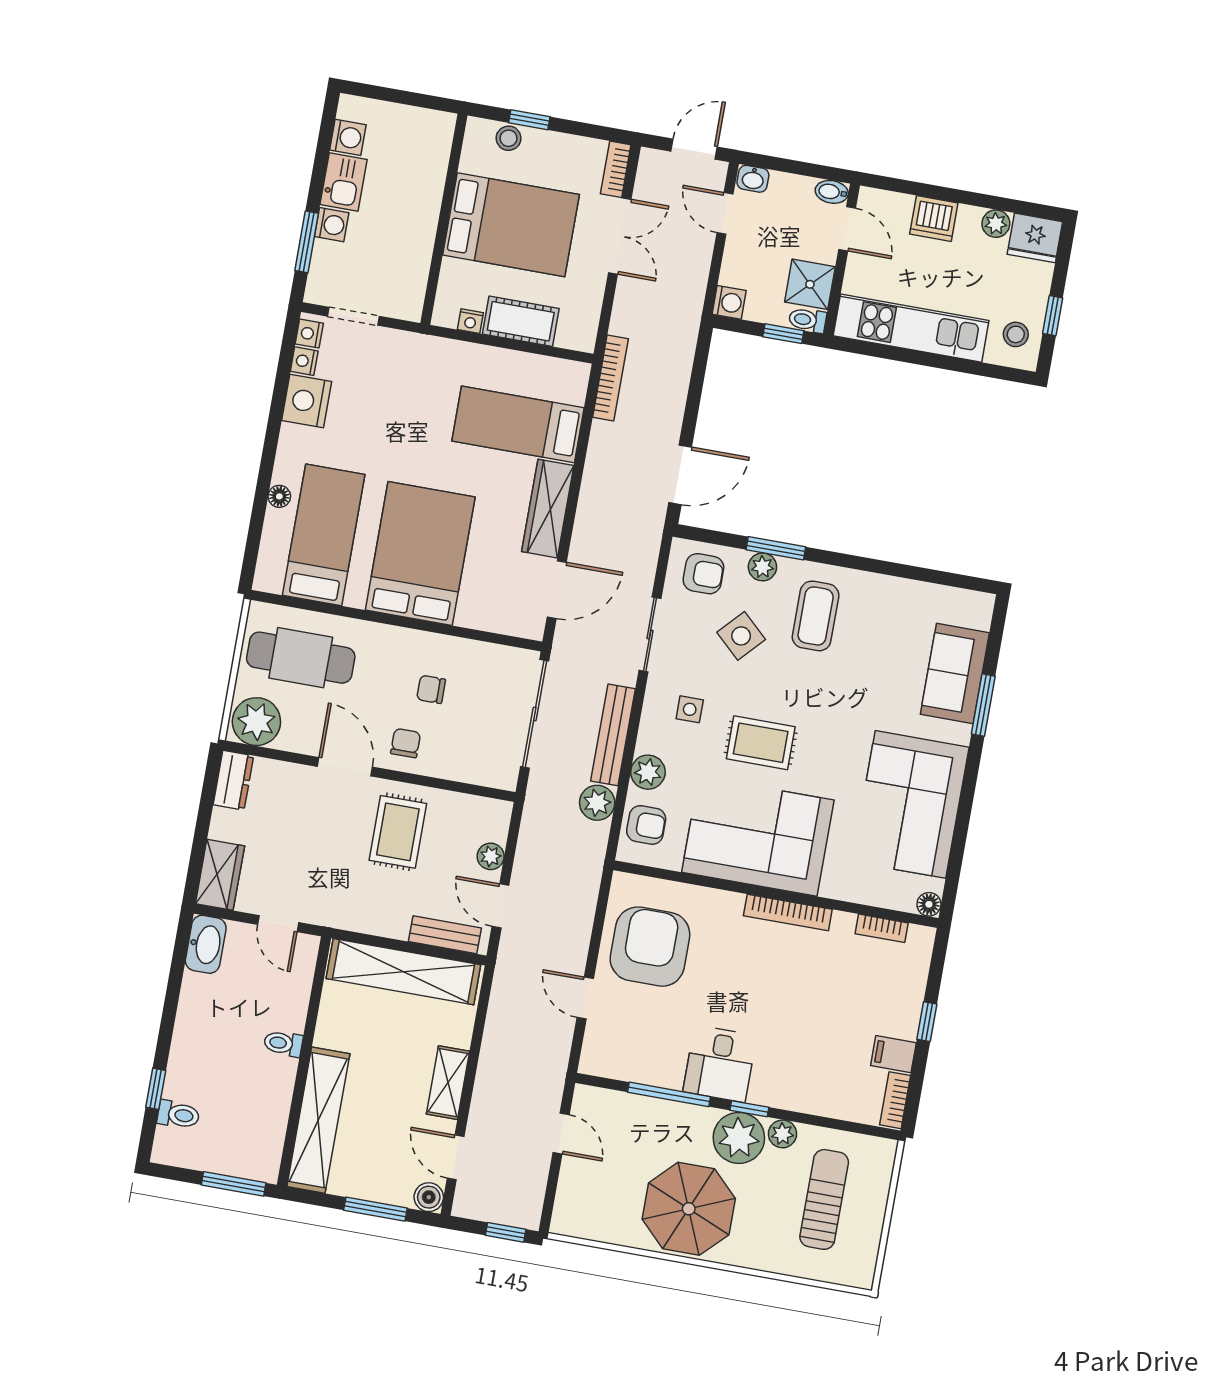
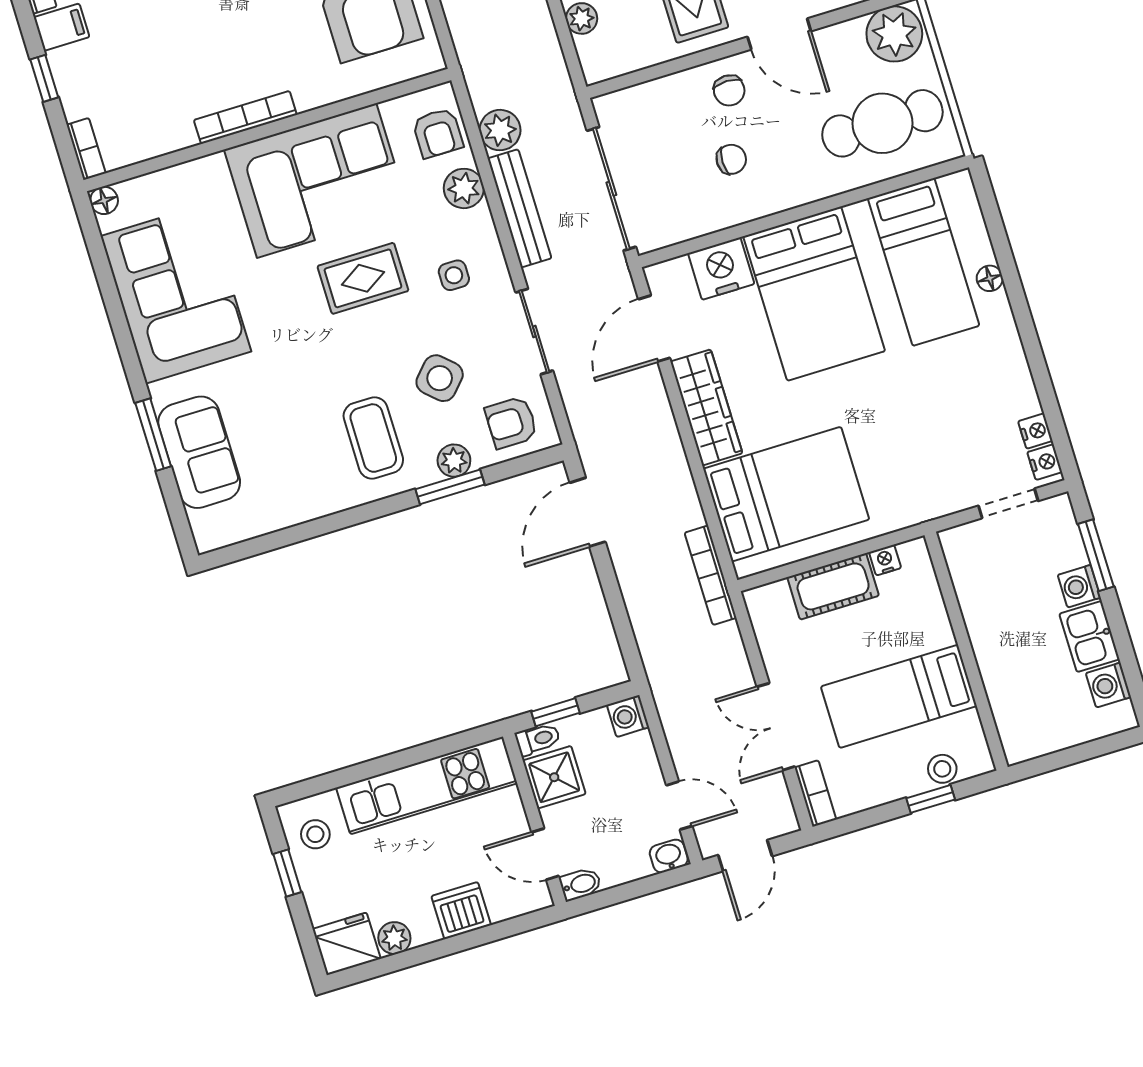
bed: (511, 225) -> (899, 696), width x0.67
nightstand: (307, 401) -> (721, 269), moved, turned -90
bed: (518, 424) -> (786, 494), width x1.50
armchair: (646, 825) -> (438, 133), turned -90
bookcase: (882, 928) -> (86, 149), moved, turned 90

